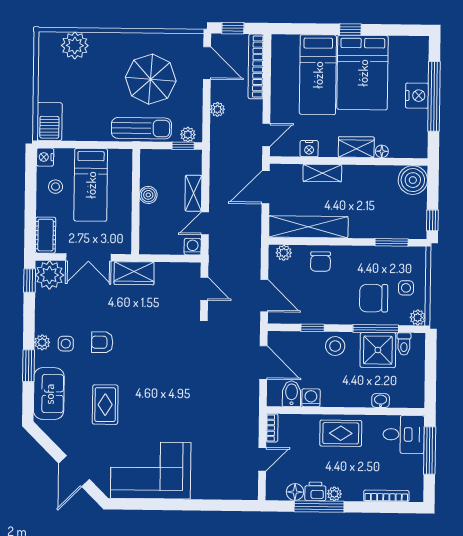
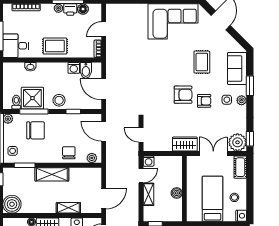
shelving: (308, 227) -> (52, 174), moved, width x0.68
side table: (406, 288) -> (13, 151), moved
armchair: (136, 352) -> (183, 95), added

